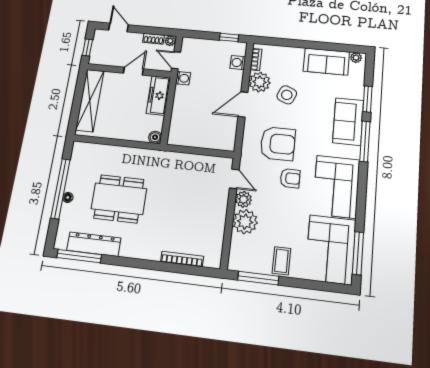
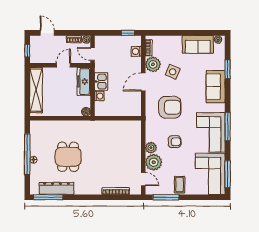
washing machine: (183, 78) -> (99, 96), moved
kitchen sink: (183, 98) -> (101, 81), added
window: (365, 141) -> (228, 126), moved
armchair: (290, 178) -> (174, 142), moved
door: (234, 179) -> (143, 179), moved
dining table: (119, 199) -> (68, 157), width x0.73

